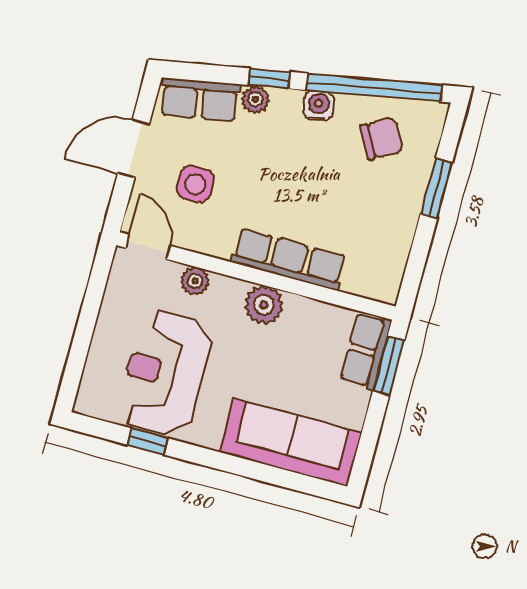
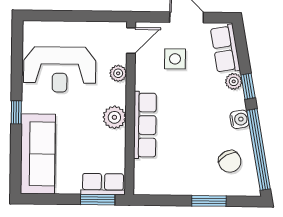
reception desk: (165, 373) -> (60, 69), turned 180
window: (148, 441) -> (16, 112), moved

